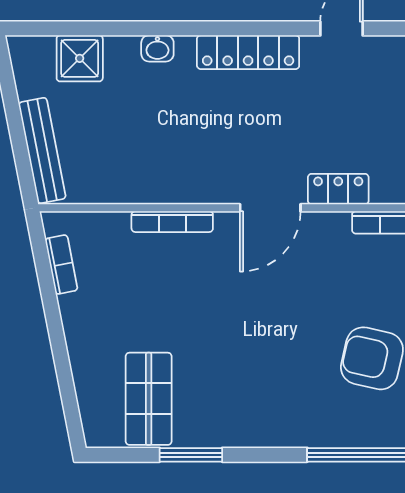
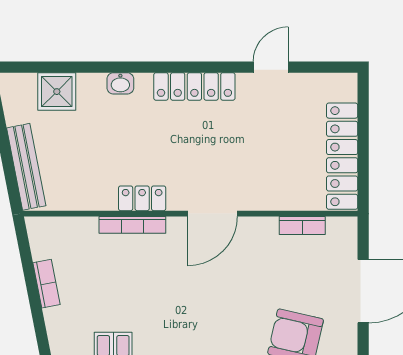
locker: (338, 189) -> (142, 198), moved
bookcase: (61, 265) -> (46, 284), moved

